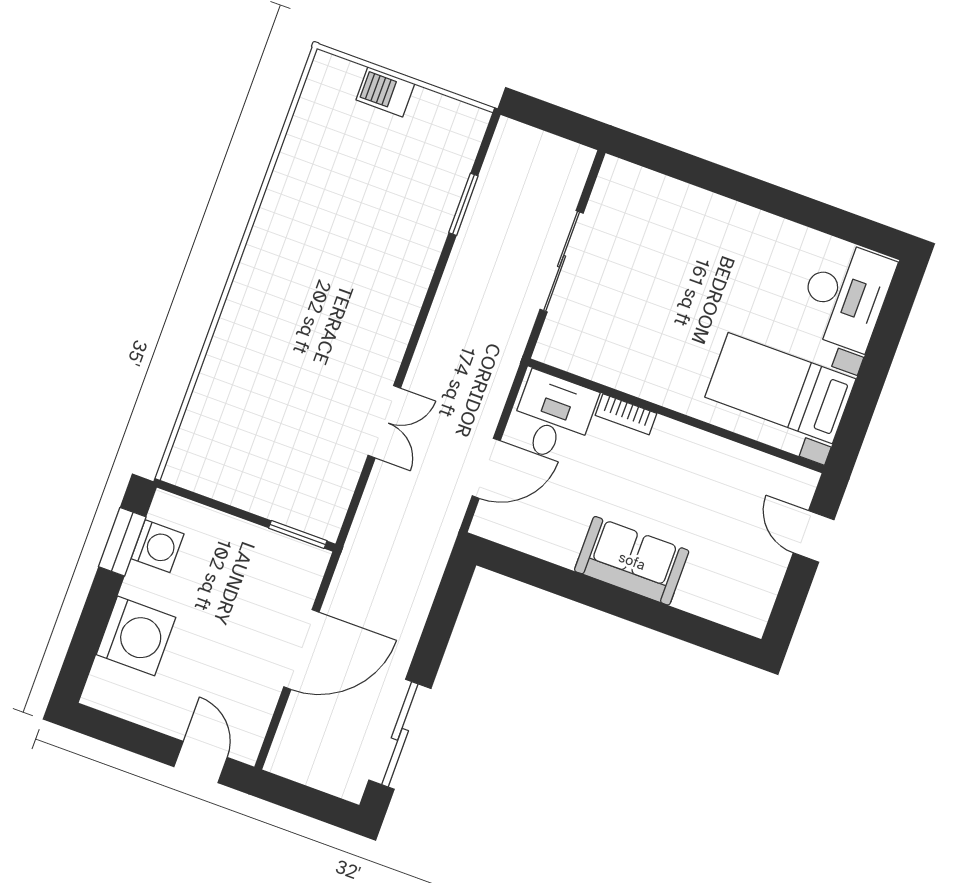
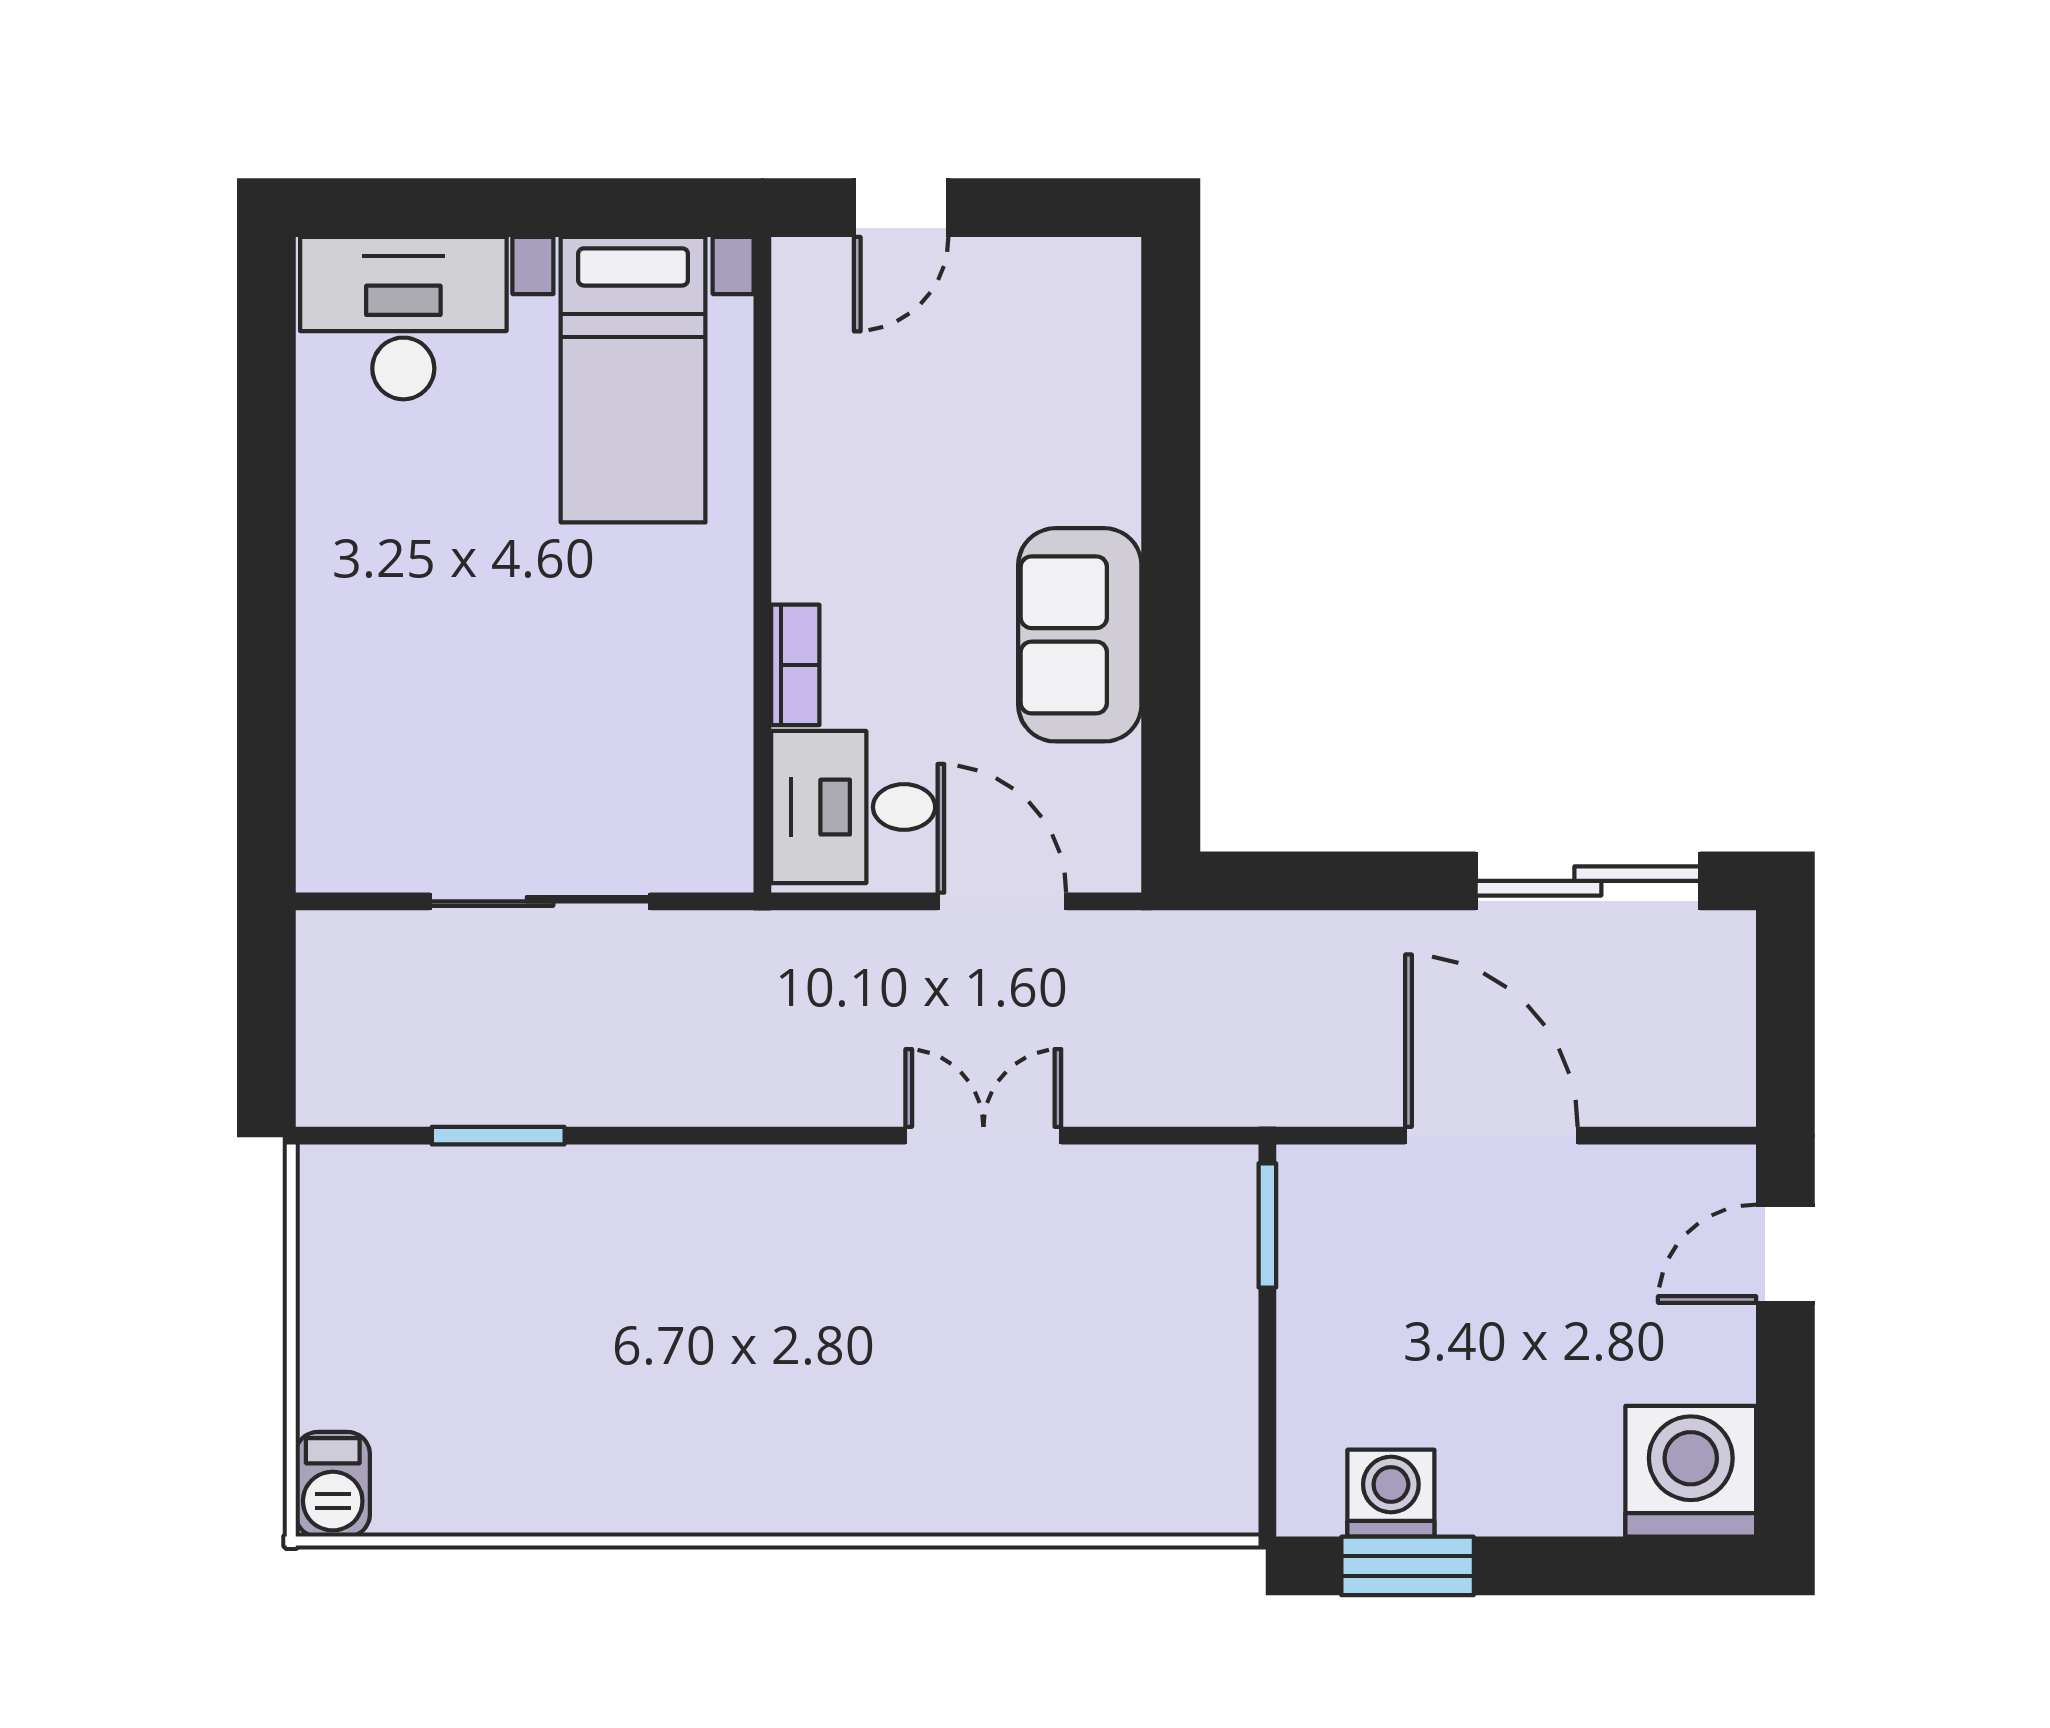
barbecue: (385, 92) -> (333, 1484), moved
sofa: (632, 561) -> (1080, 635), moved
washing machine: (136, 636) -> (1691, 1471), moved

